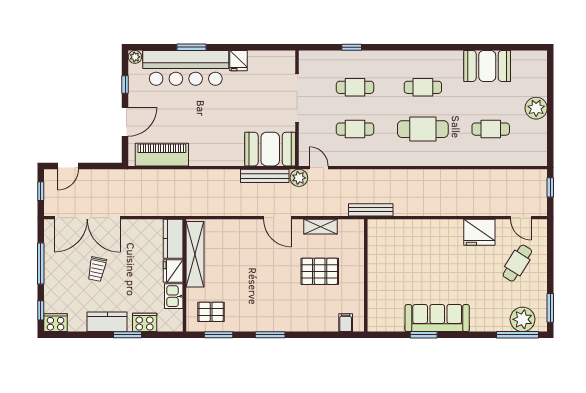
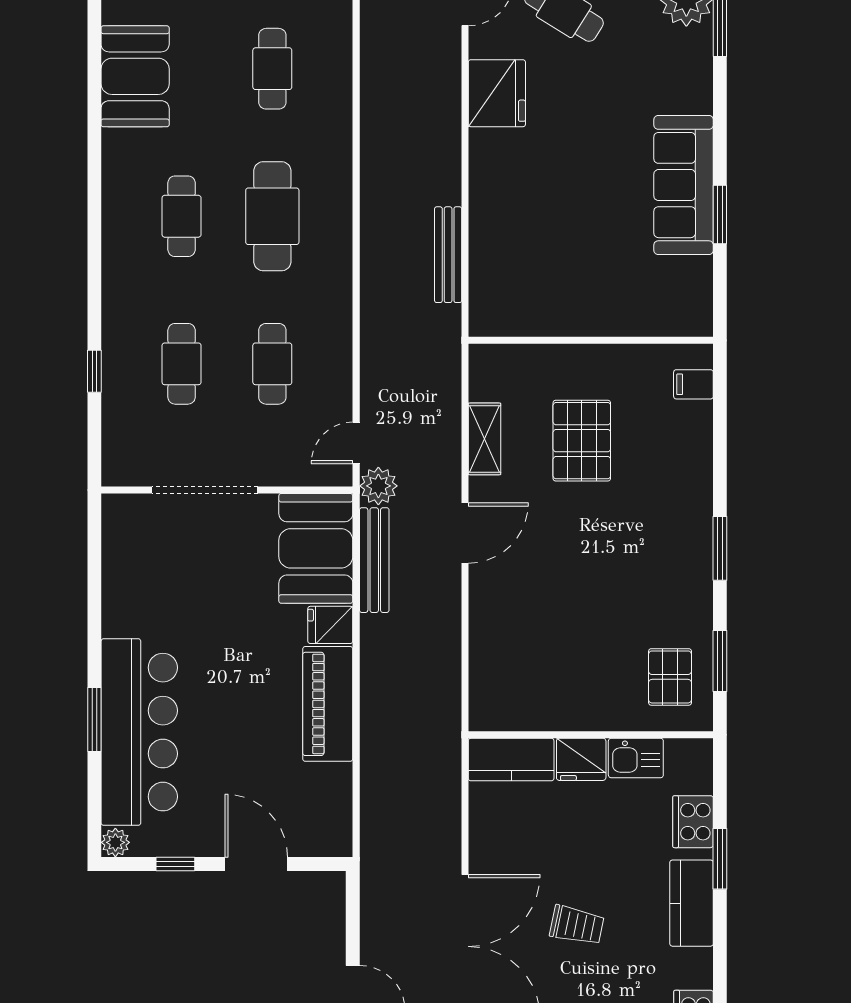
fridge: (239, 61) -> (330, 625), moved, turned 180
piano: (162, 155) -> (328, 704), moved
bench: (371, 210) -> (448, 255), moved
shelving: (195, 254) -> (545, 712), removed

